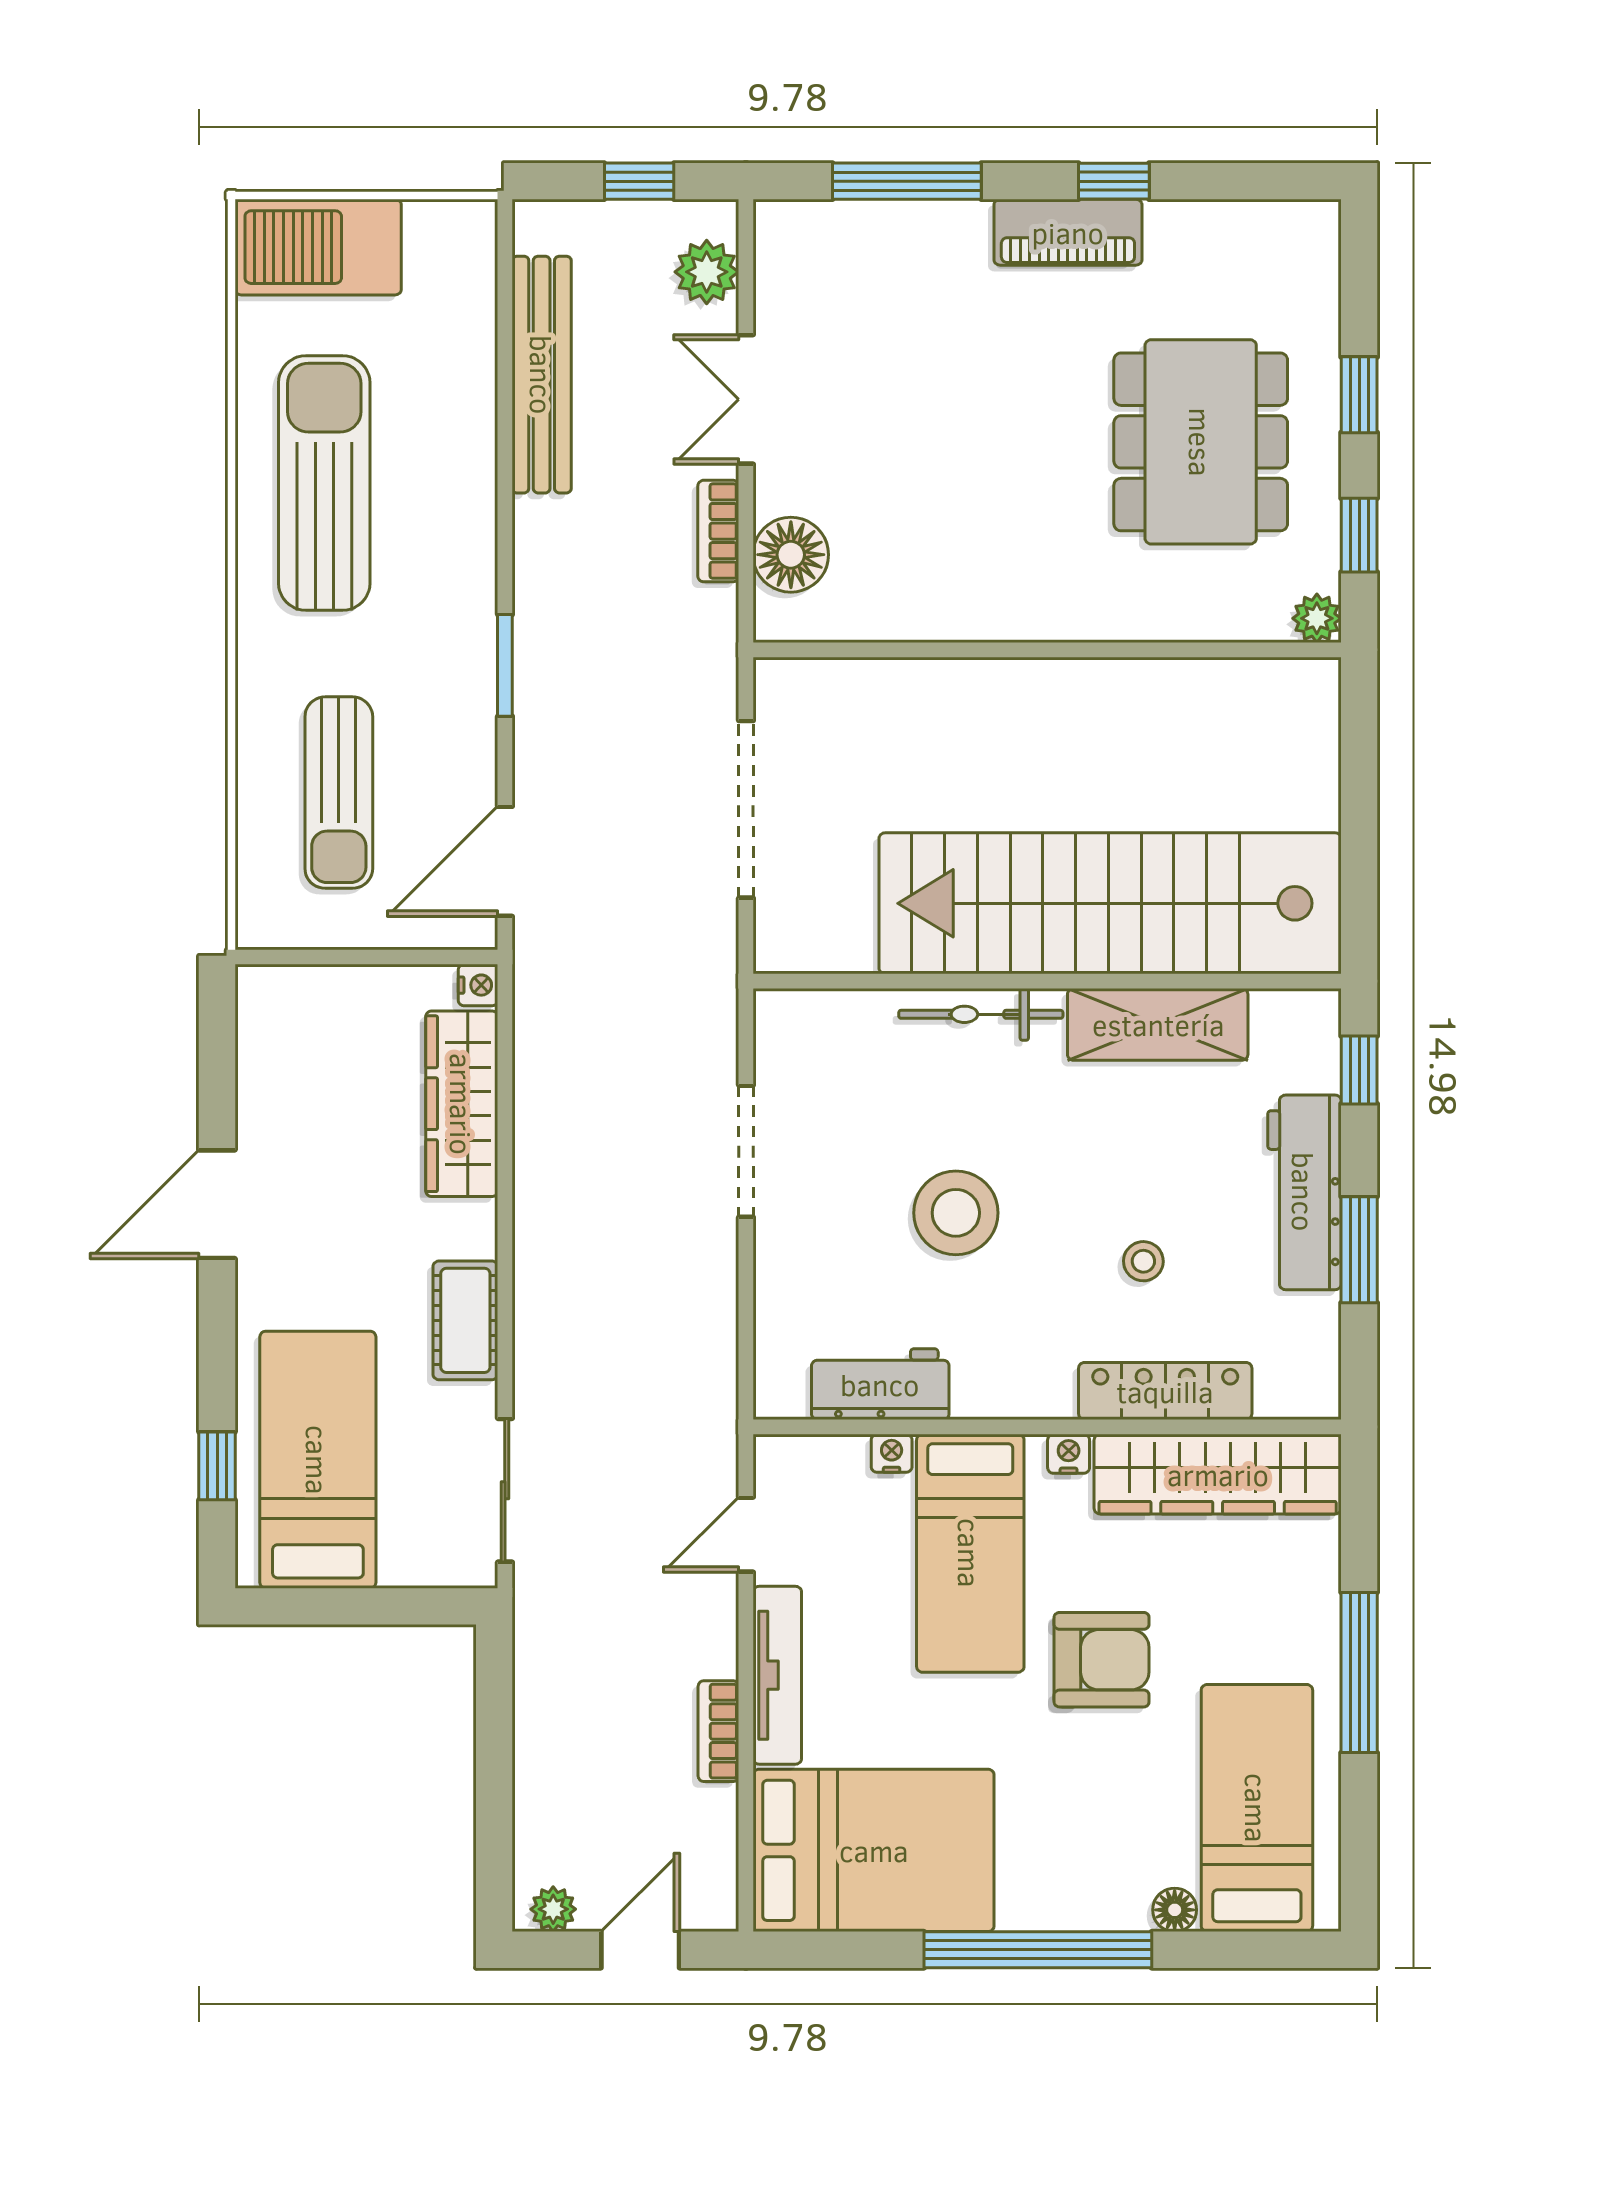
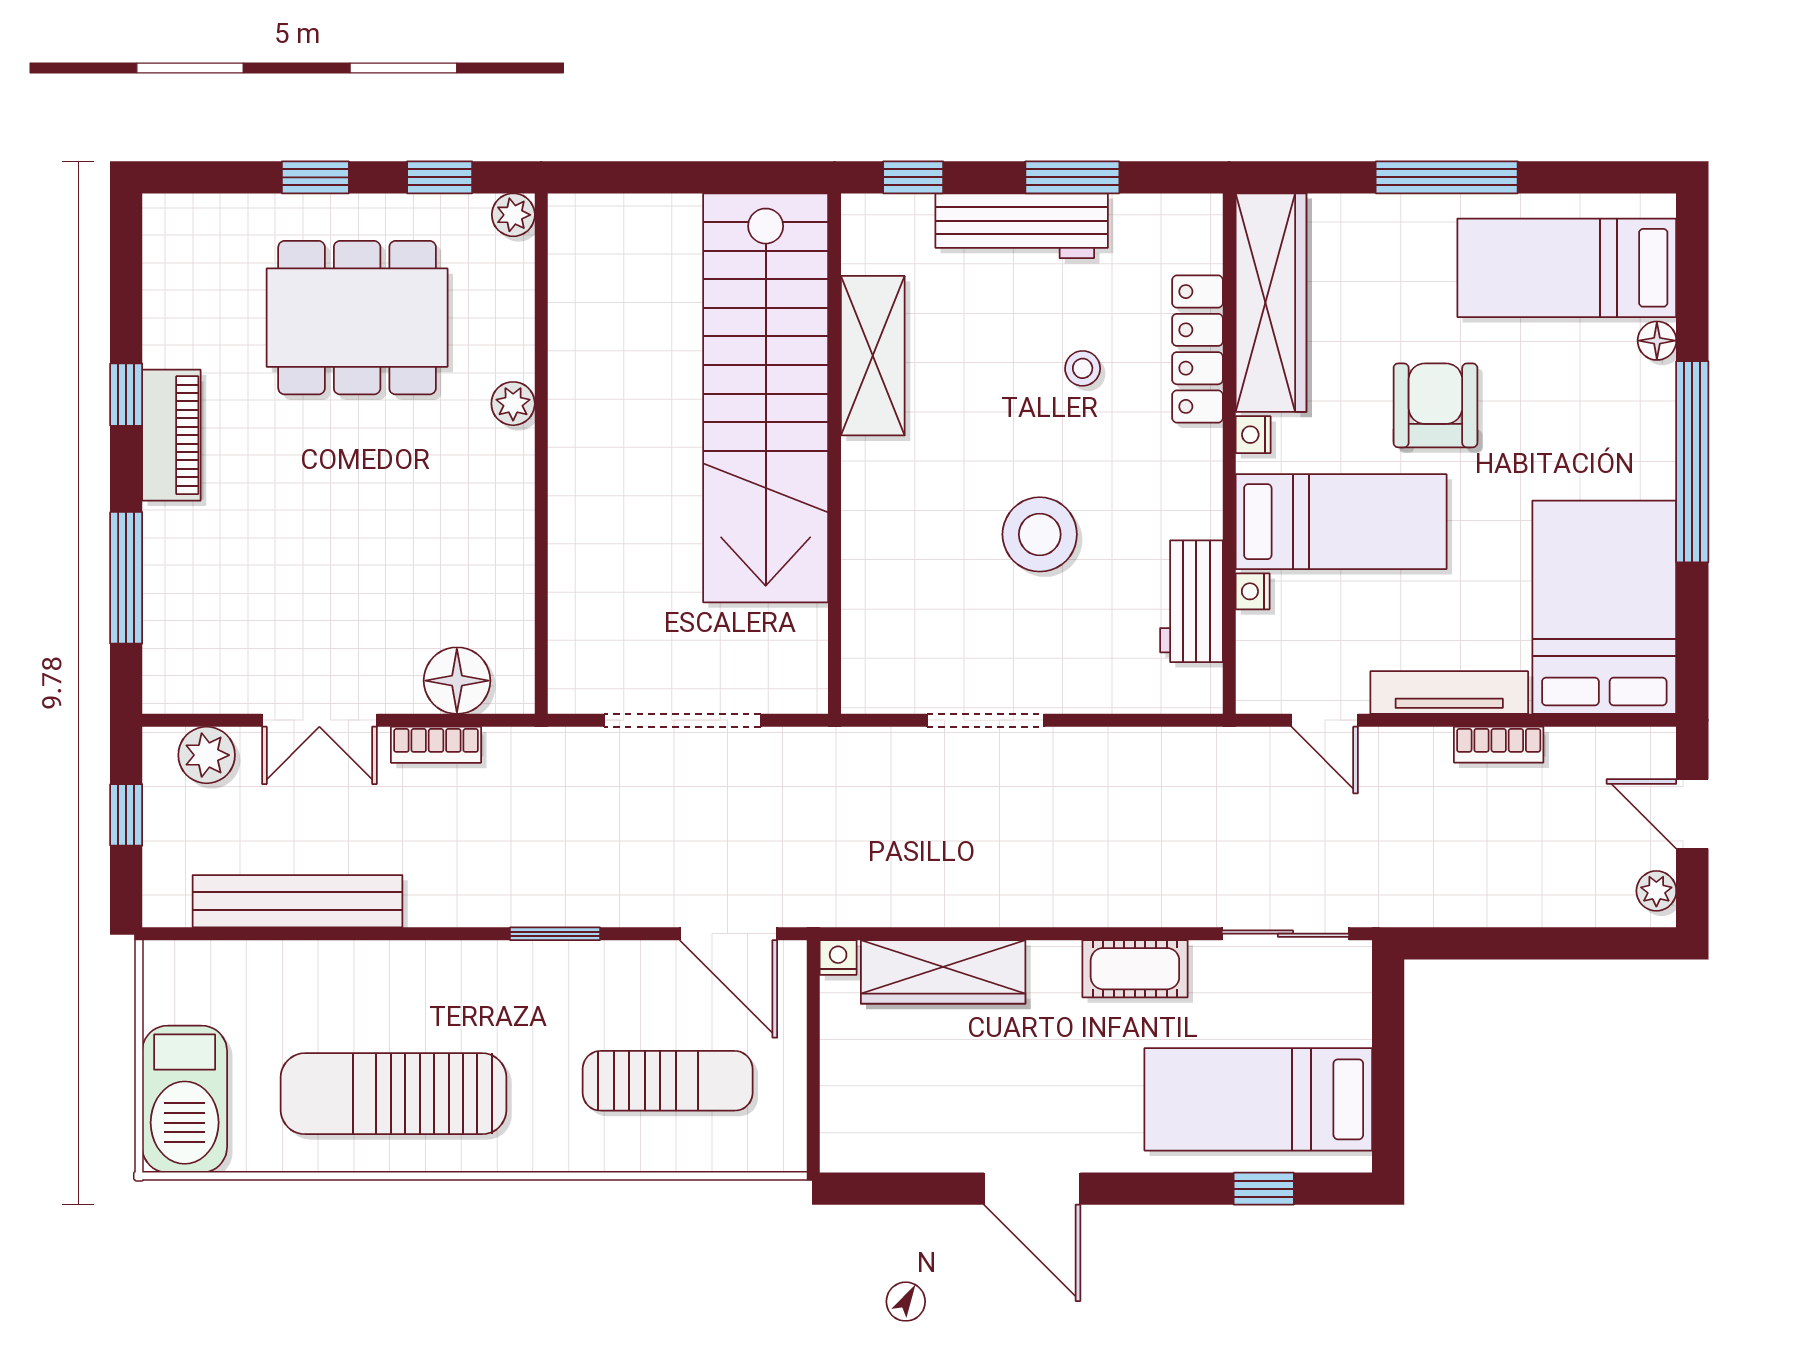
plant: (1104, 618) -> (513, 404), added
bicycle: (981, 1014) -> (864, 512), removed

